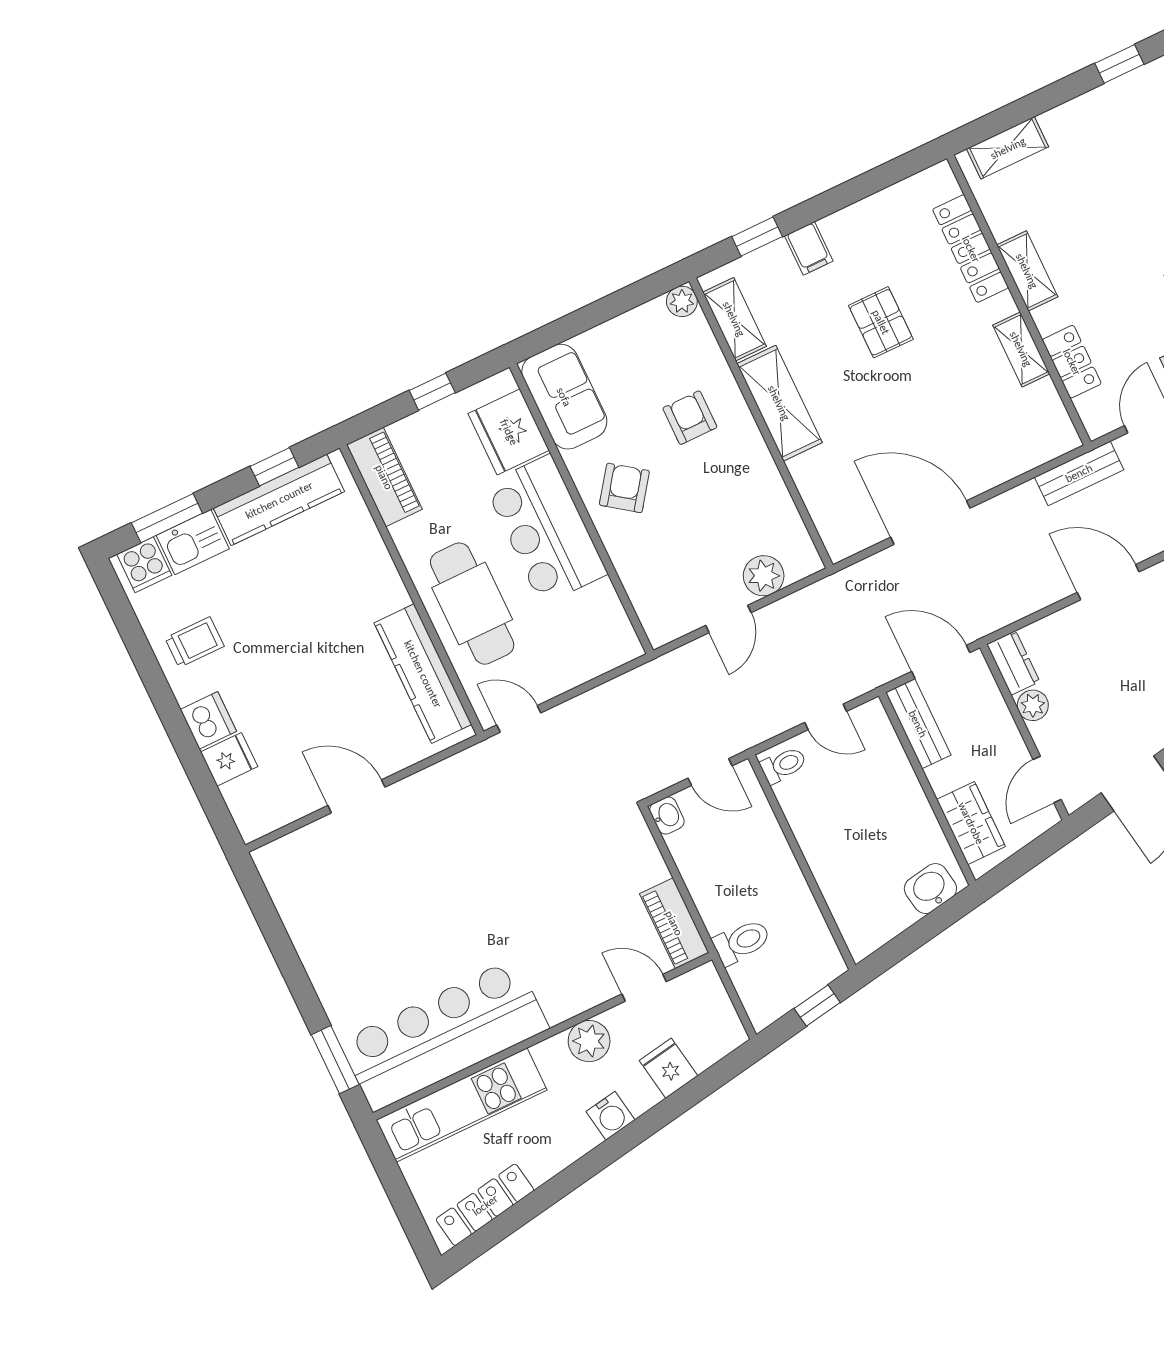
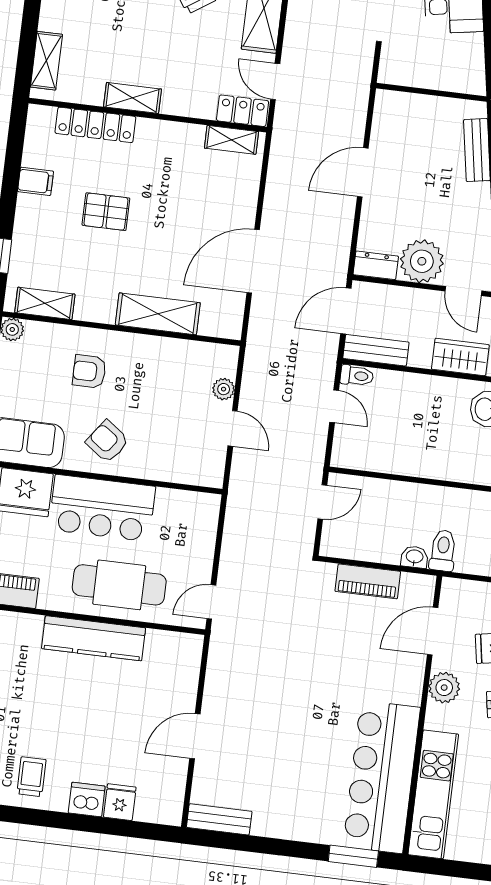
filing cabinet: (809, 248) -> (36, 181), moved
shelving: (1021, 349) -> (231, 140), moved
locker: (1072, 362) -> (243, 111), moved
shelving: (779, 403) -> (158, 314), moved
bench: (1079, 473) -> (219, 819), moved, turned 90
plant: (764, 576) -> (224, 389), width x0.73, depth x0.73
kitchen counter: (423, 674) -> (94, 638), moved
plant: (1033, 705) -> (422, 261), width x1.88, depth x1.88
door: (826, 717) -> (334, 406), hinge flipped
toilet: (783, 765) -> (357, 376), moved, turned 90
washbasin: (667, 816) -> (414, 557), moved
piano: (674, 923) -> (368, 581), moved
door: (644, 988) -> (433, 631), width x1.38

